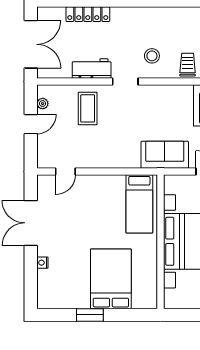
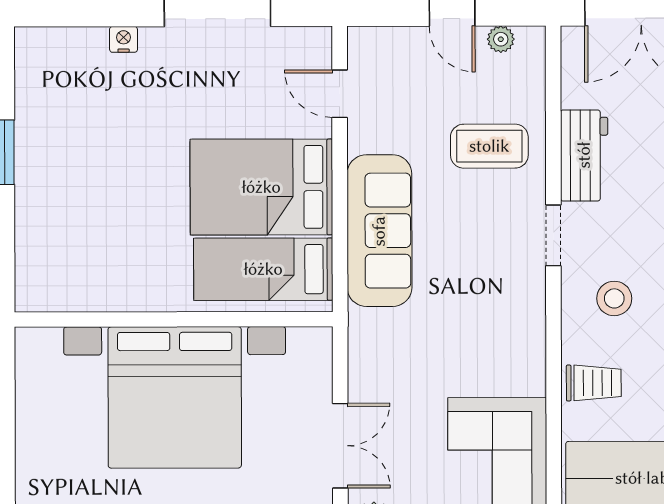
sofa: (165, 155) -> (379, 231), moved, width x1.36
bed: (111, 279) -> (261, 187), moved, turned 180

